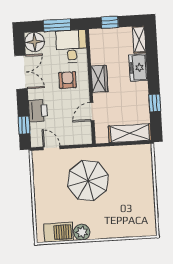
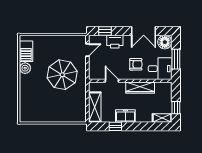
window: (110, 22) -> (176, 108), moved
freezer: (138, 68) -> (125, 116), moved
wardrobe: (99, 79) -> (140, 87), width x1.50

